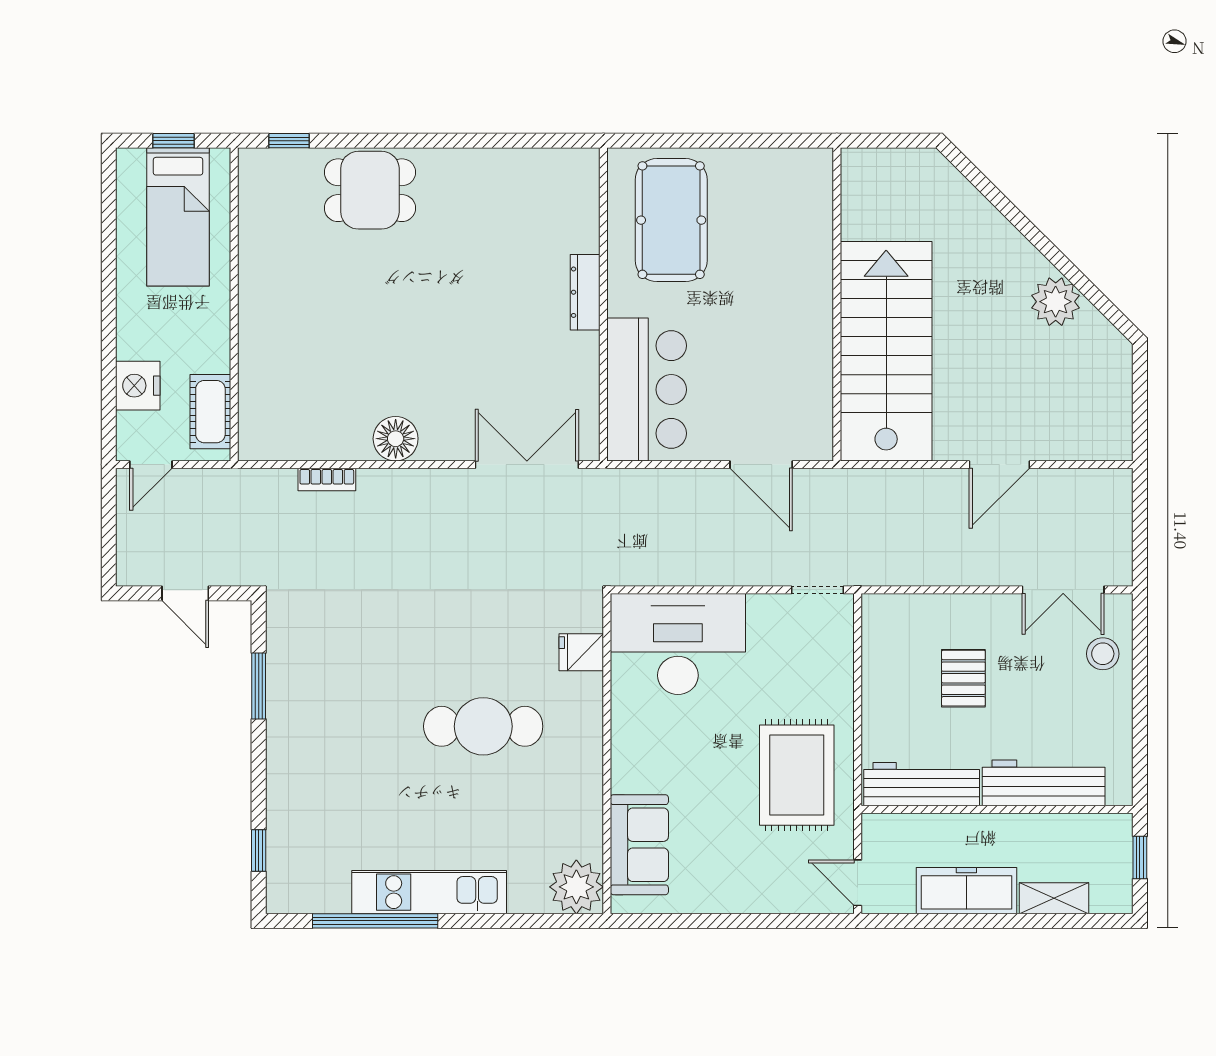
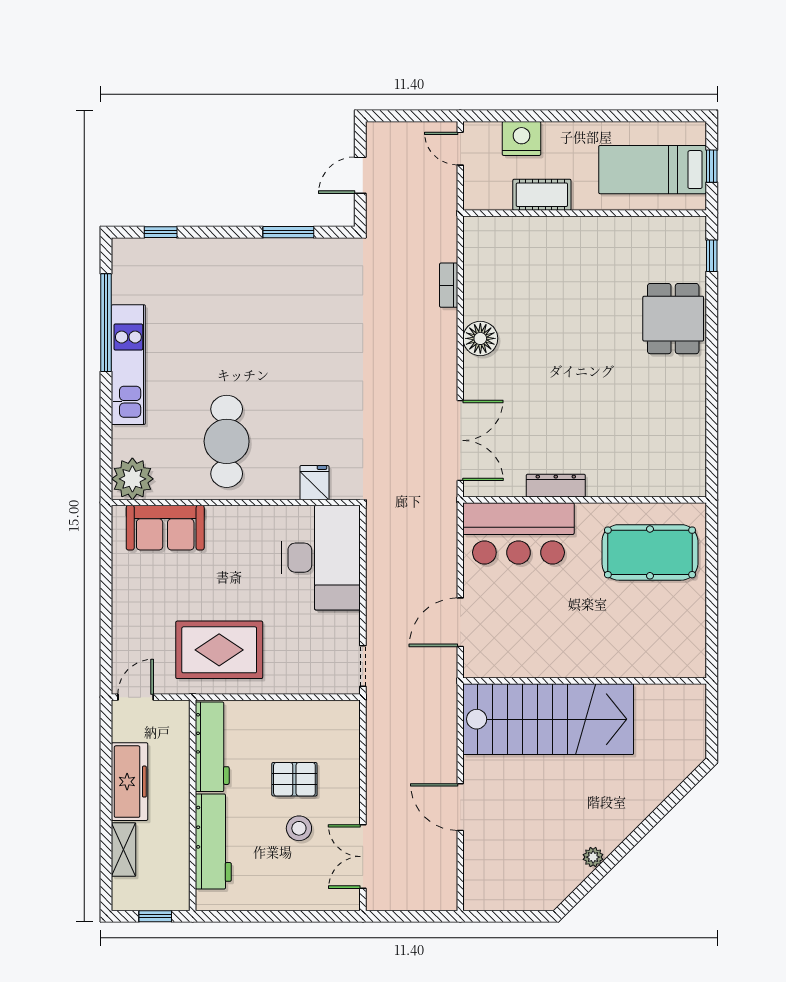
dresser: (585, 292) -> (556, 486), moved
plant: (1056, 302) -> (593, 857), width x0.53, depth x0.53
cot: (210, 412) -> (542, 195), moved
stool: (1103, 654) -> (299, 828), moved
cafe table: (483, 726) -> (227, 441), moved

